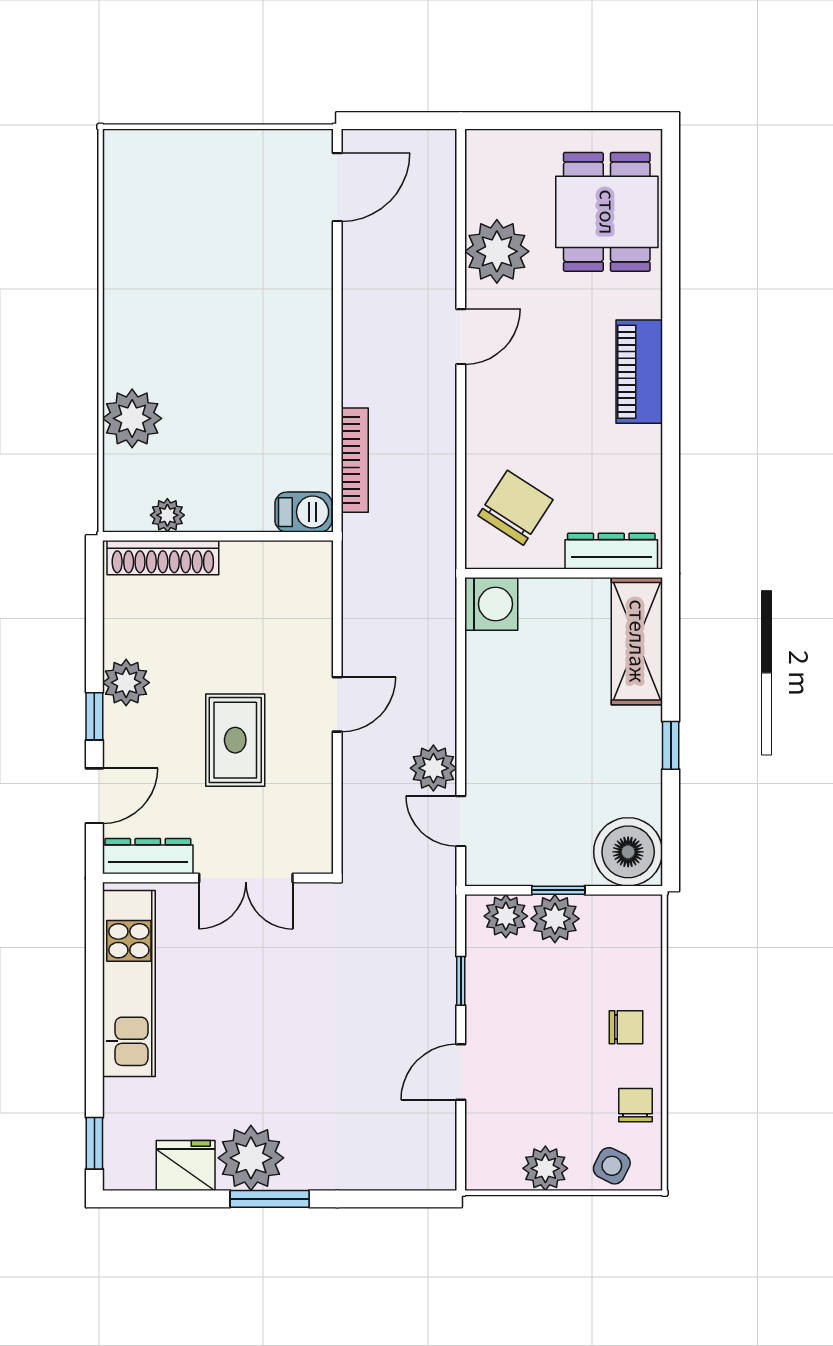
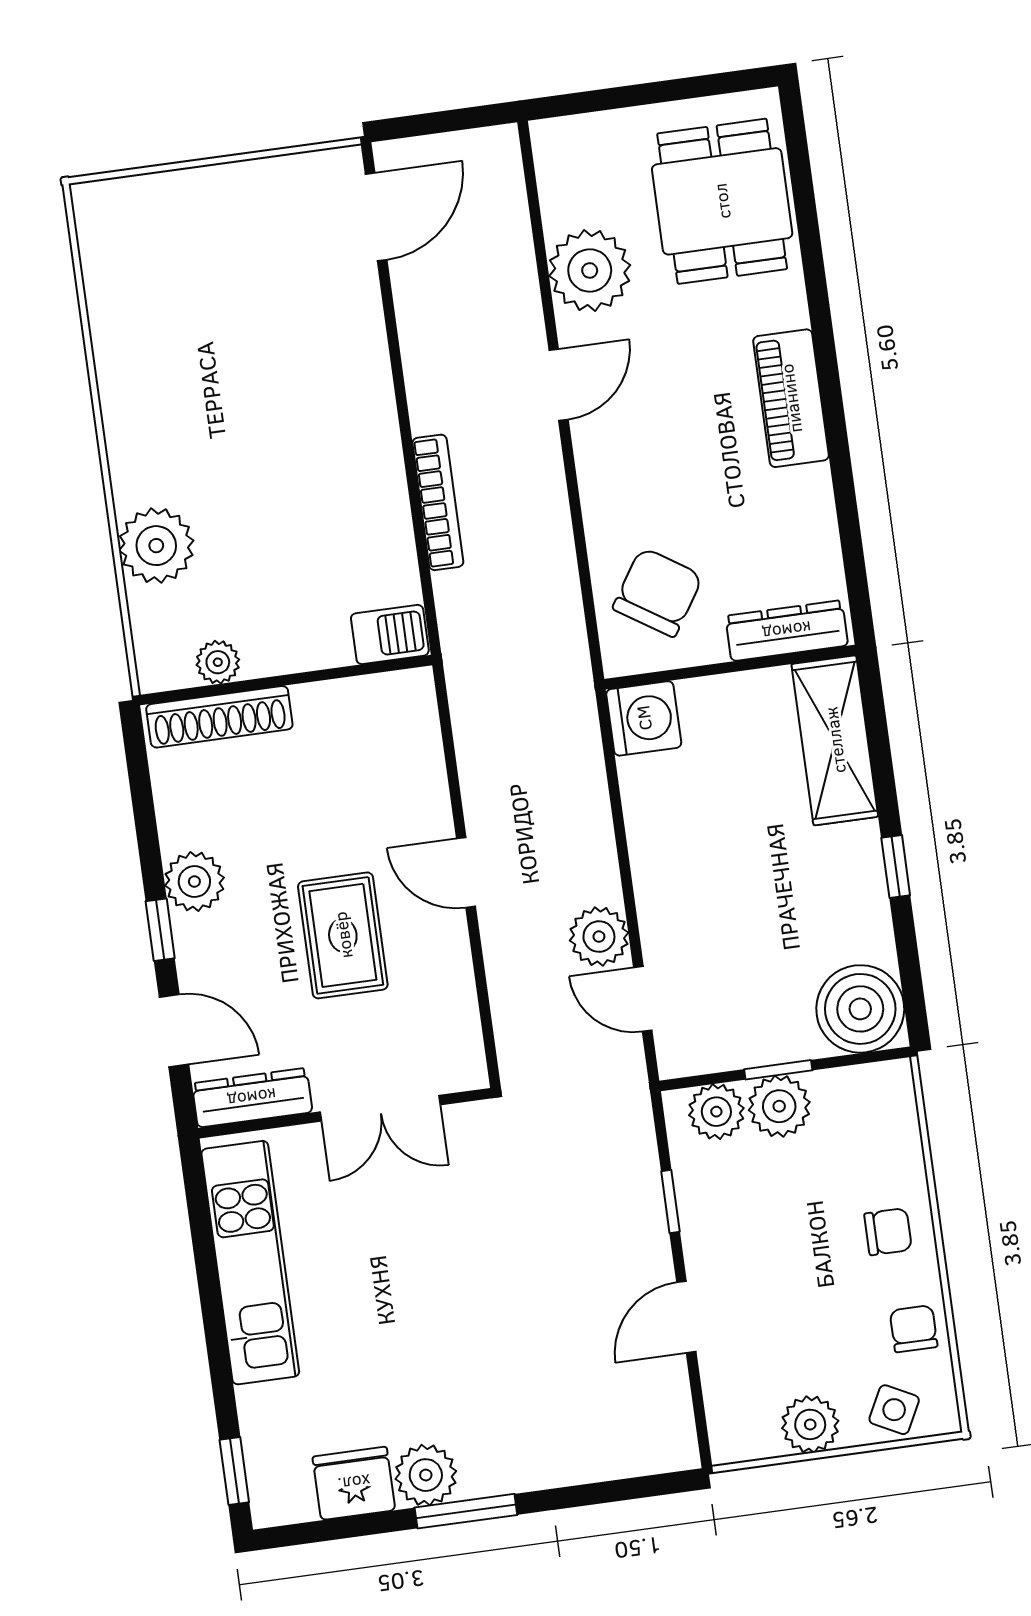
bookcase: (355, 460) -> (438, 502), moved
door: (337, 704) -> (466, 873), swing flipped
door: (94, 796) -> (174, 1031), hinge flipped
plant: (251, 1158) -> (426, 1475), width x0.73, depth x0.73

